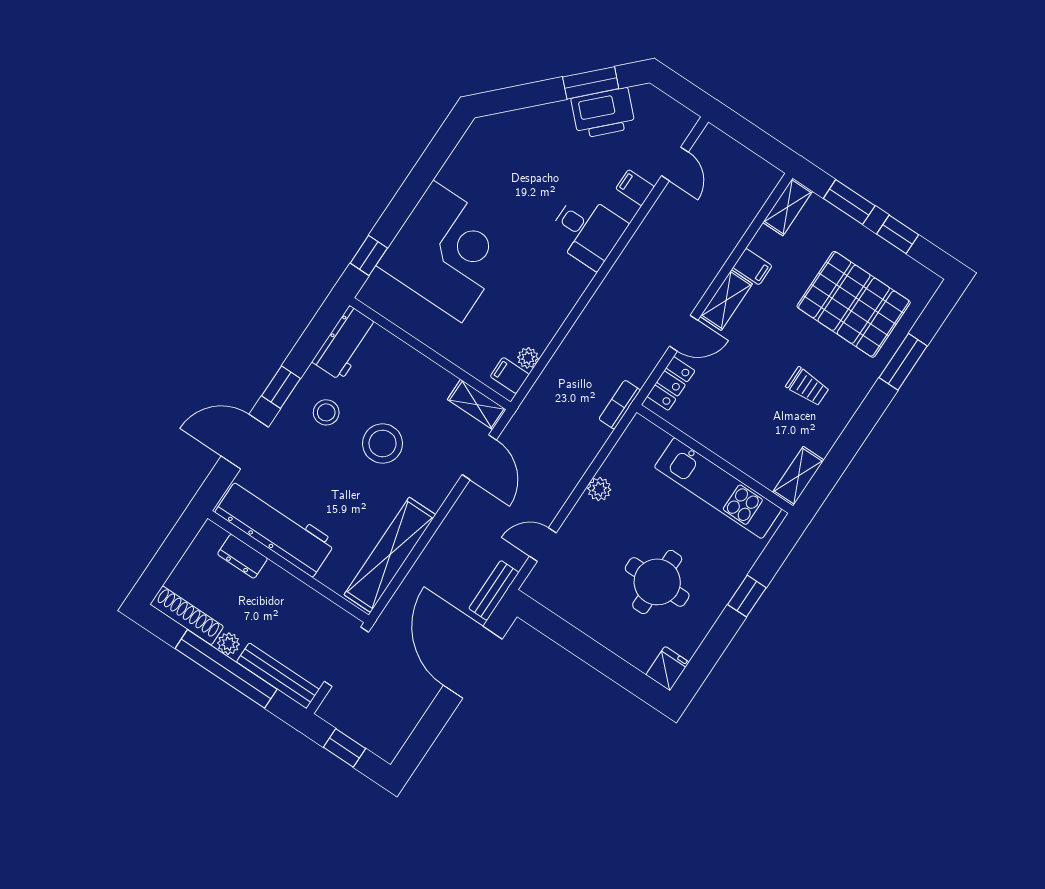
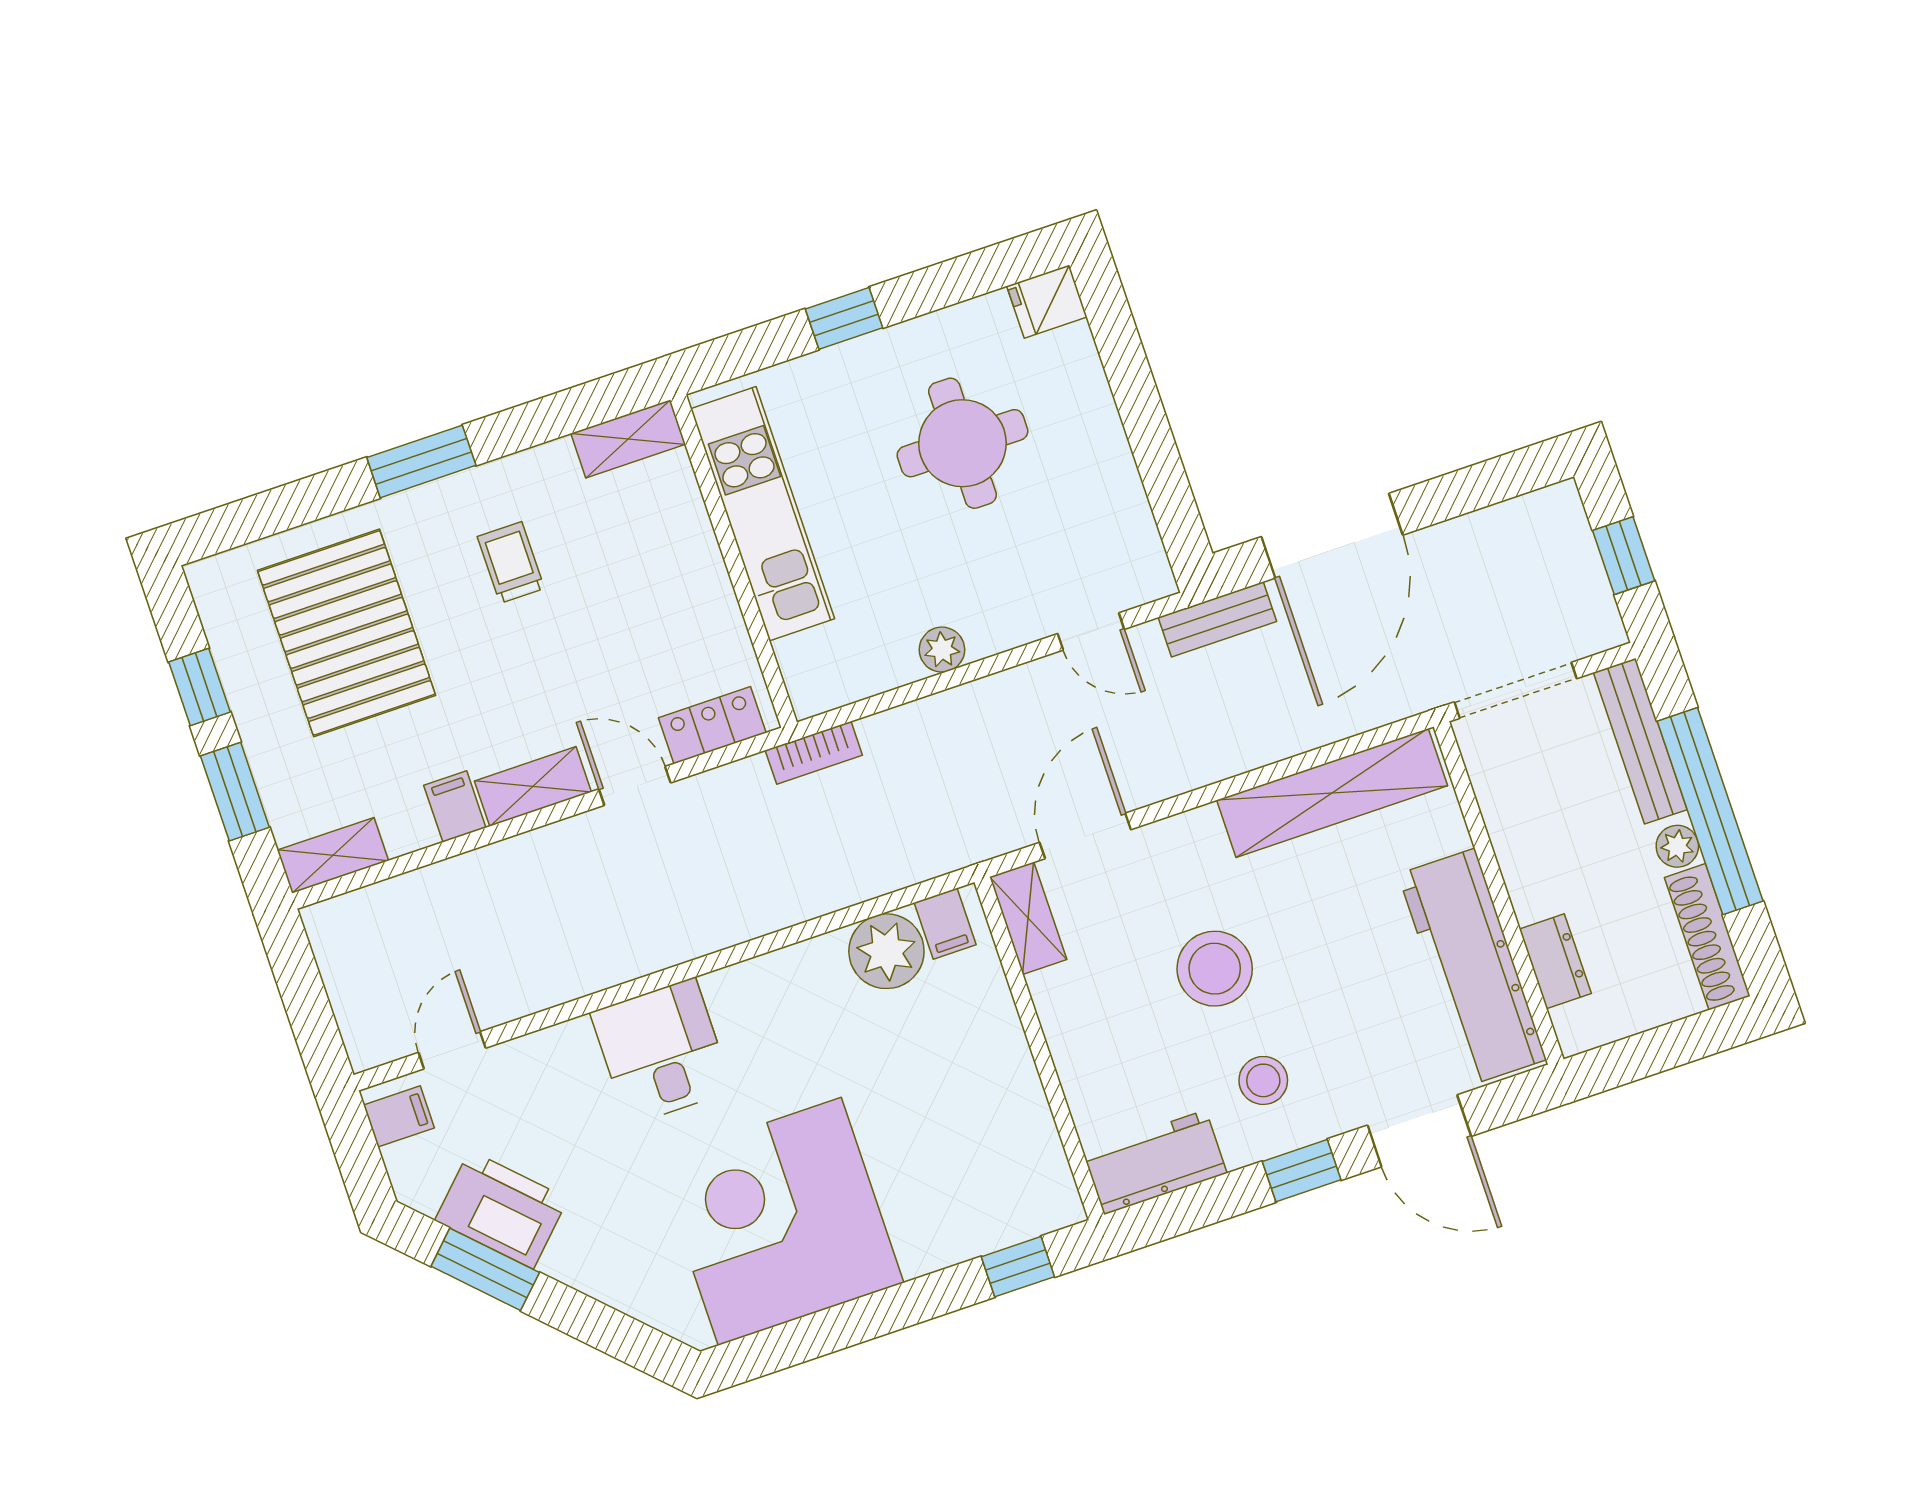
filing cabinet: (635, 188) -> (399, 1116), moved, turned -90
corner desk: (447, 251) -> (780, 1221), moved
plant: (528, 358) -> (886, 951), width x1.87, depth x1.87
window: (903, 362) -> (421, 461), moved

